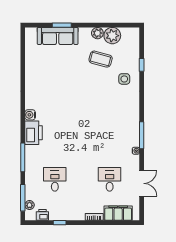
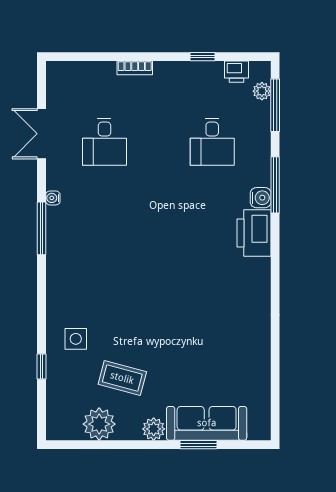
plant: (97, 33) -> (154, 429), moved
water cooler: (30, 115) -> (261, 198), moved
filing cabinet: (118, 213) -> (88, 75), removed

